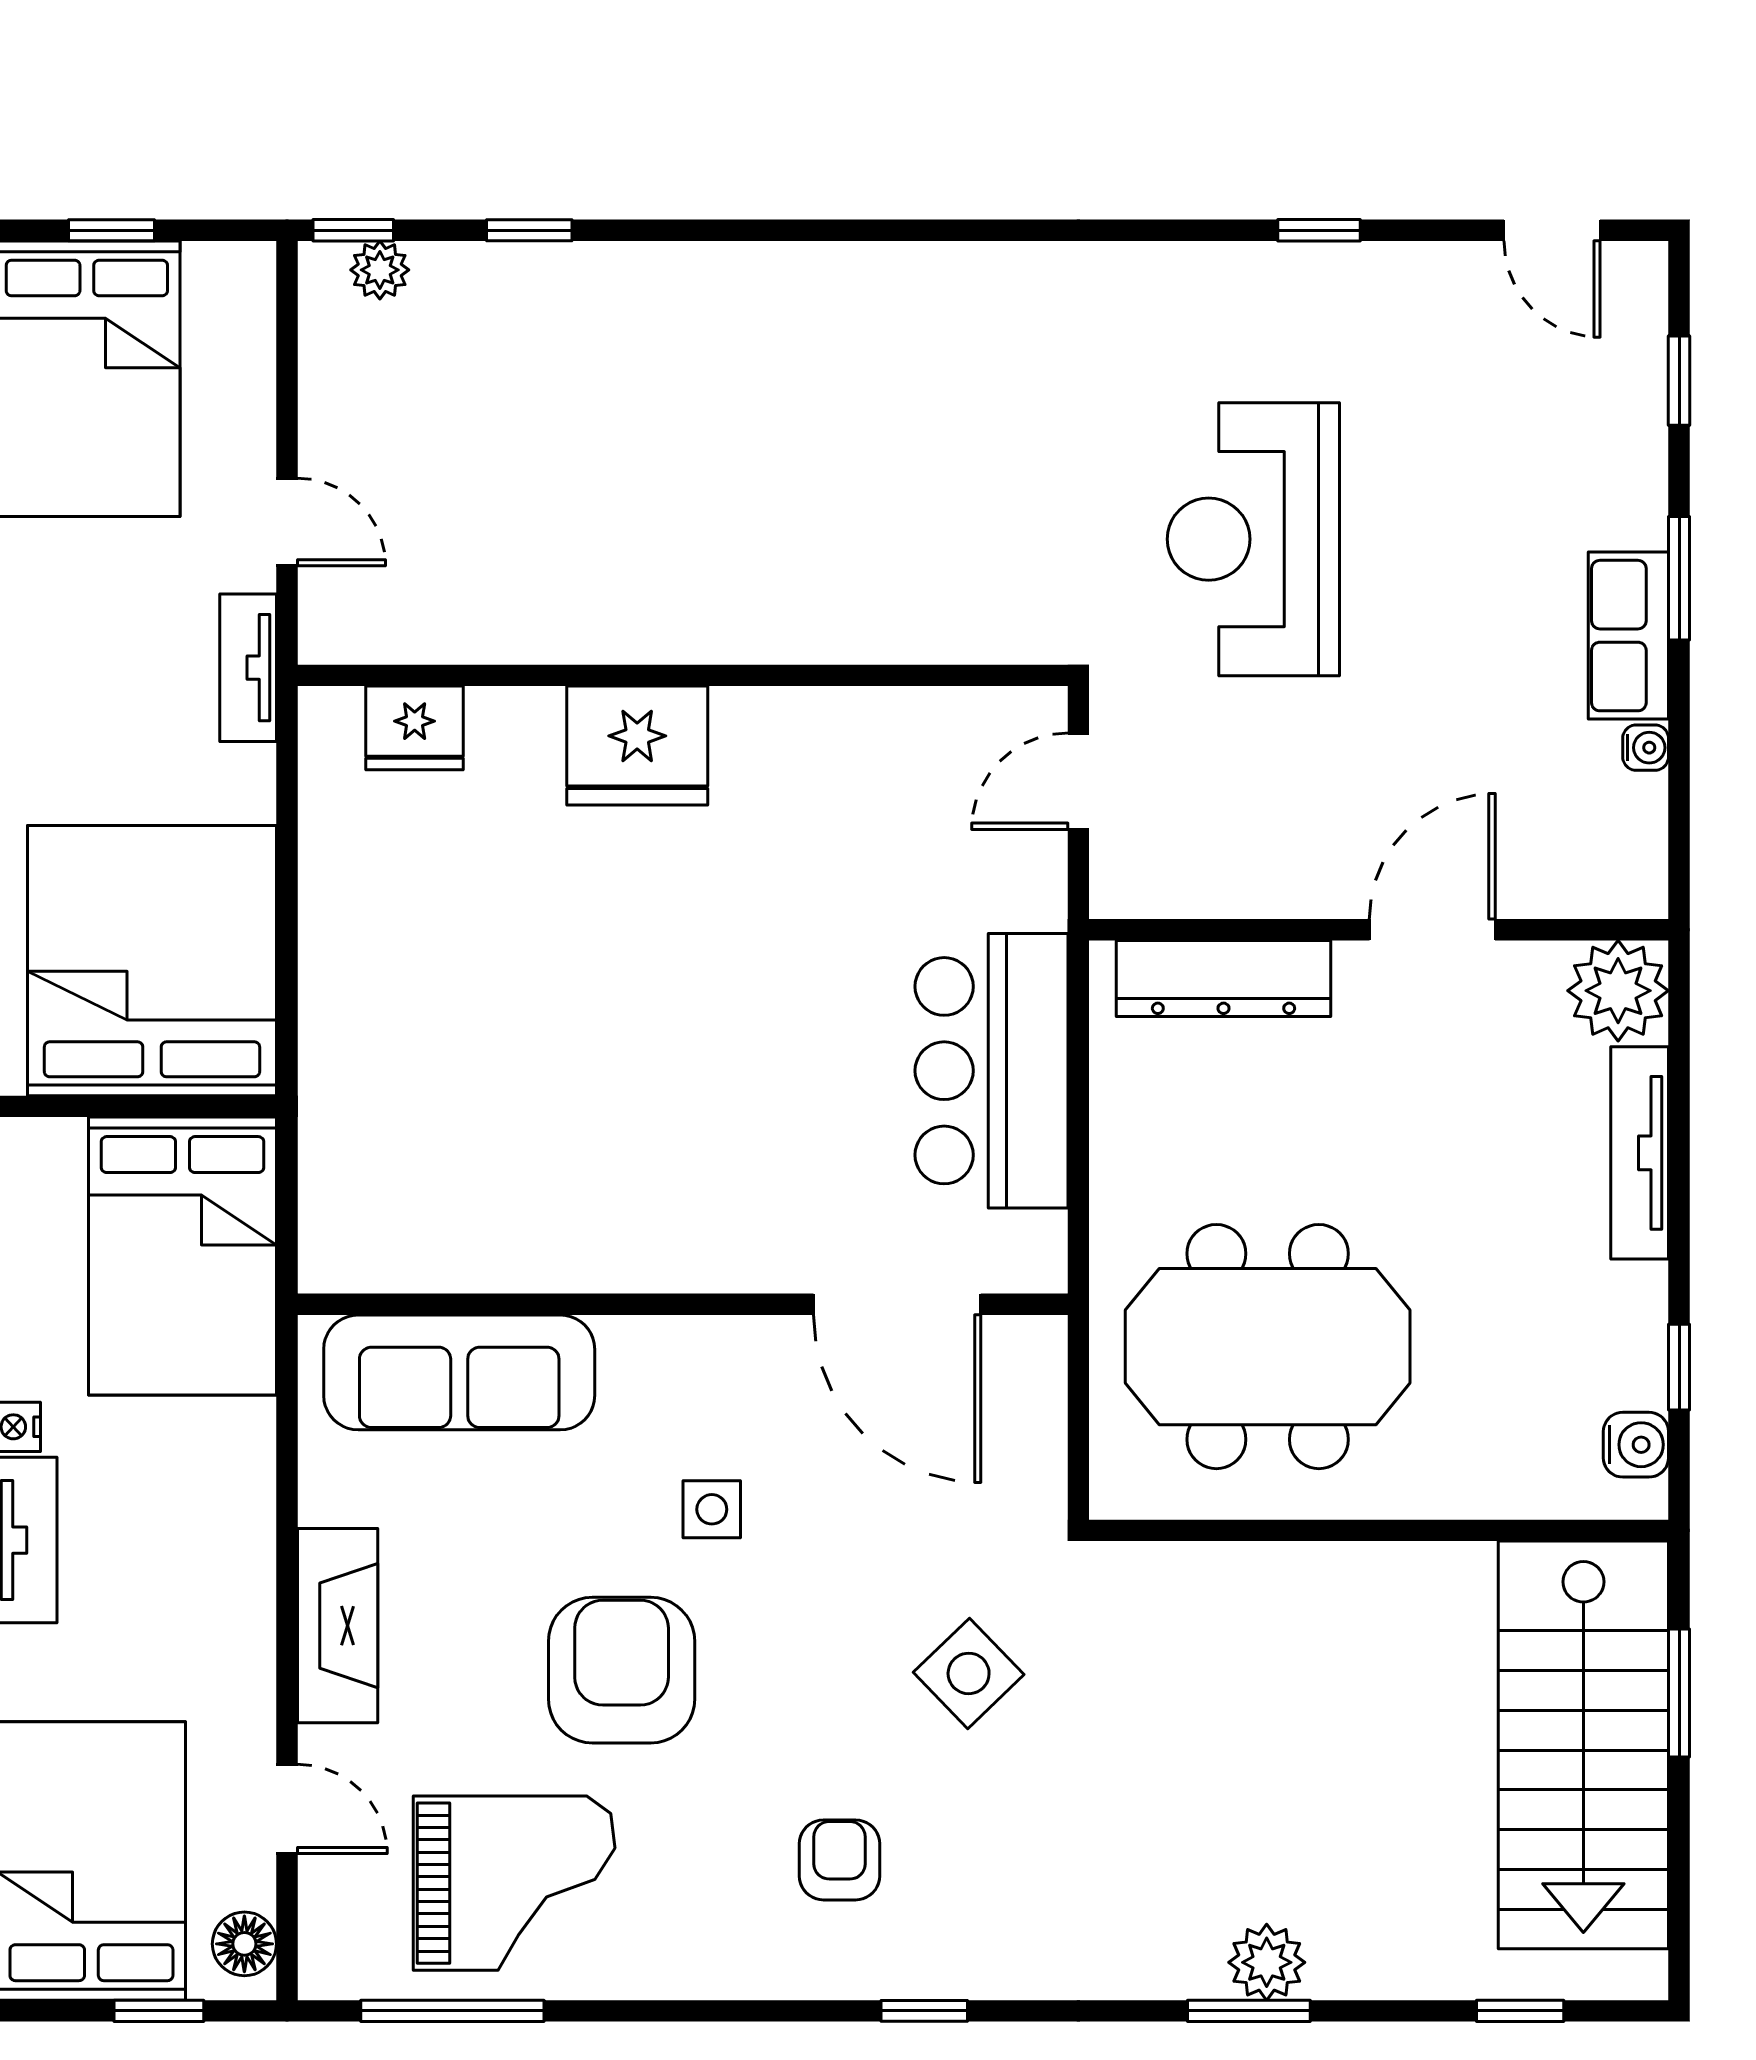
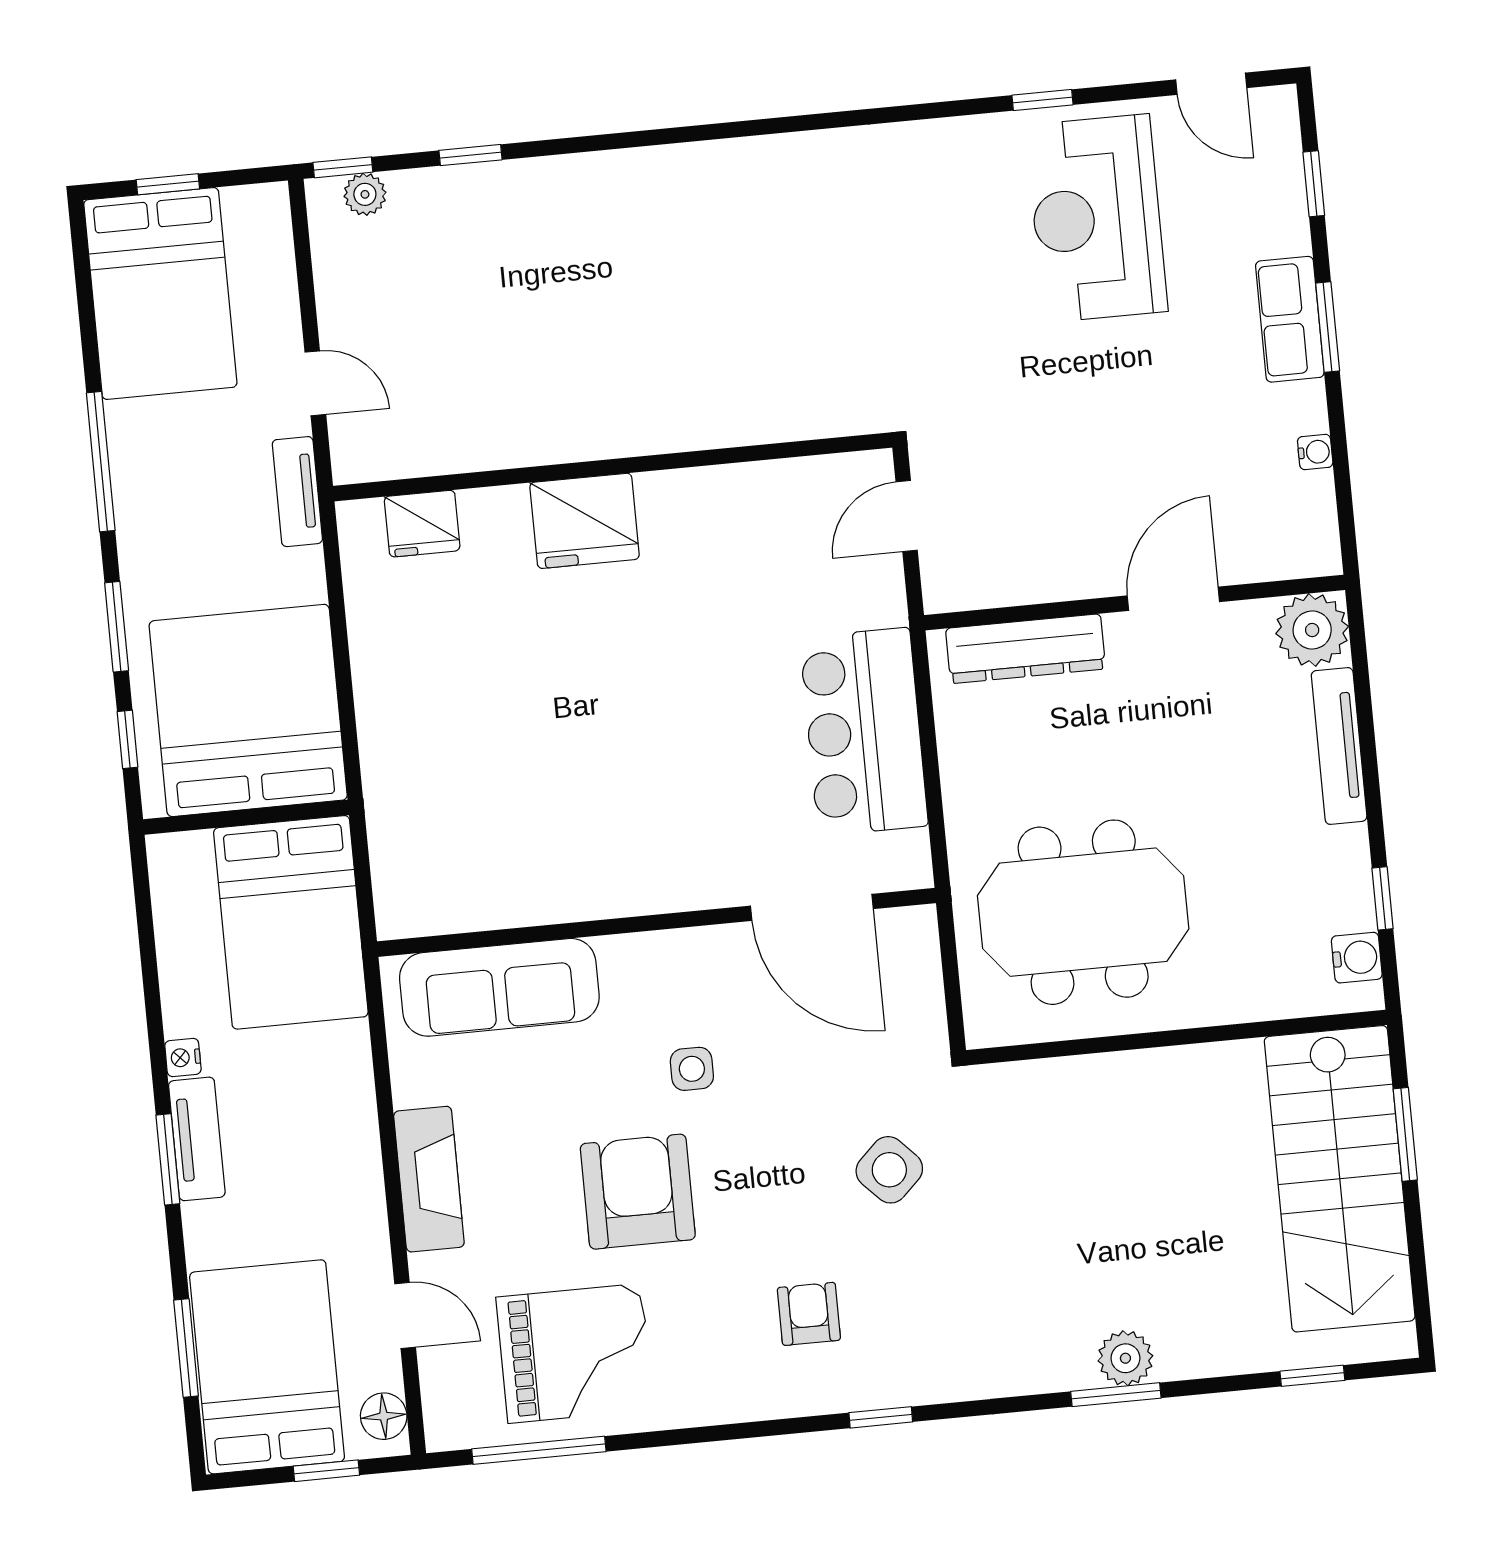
reception desk: (1253, 539) -> (1097, 218), moved
row of seats: (1628, 636) -> (1290, 319), moved

